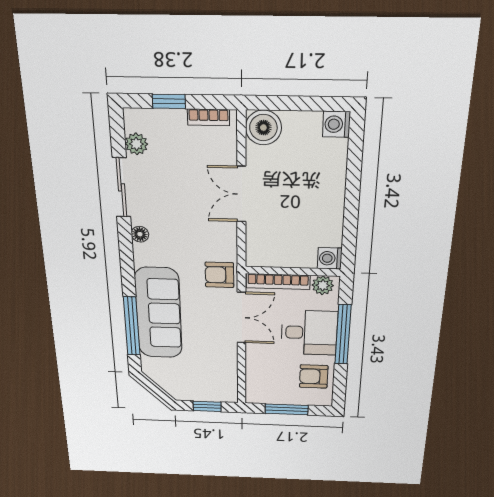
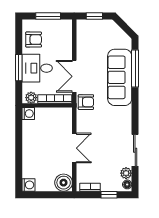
floor lamp: (140, 234) -> (127, 184), moved
window: (343, 335) -> (19, 68), width x0.69

